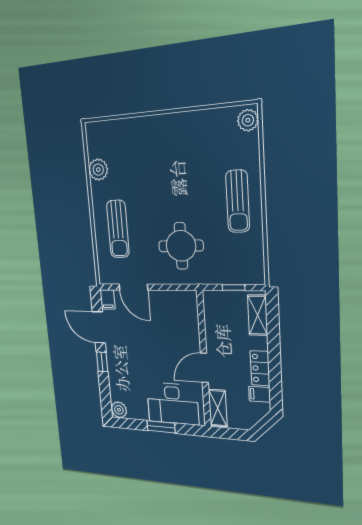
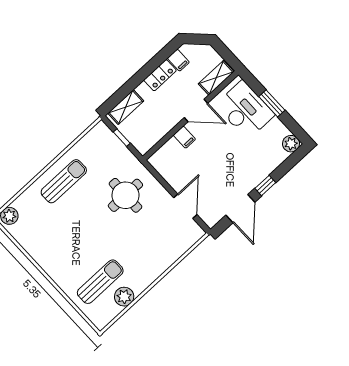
sun lounger: (118, 229) -> (100, 282), moved
filing cabinet: (108, 299) -> (184, 137), moved, turned 90

